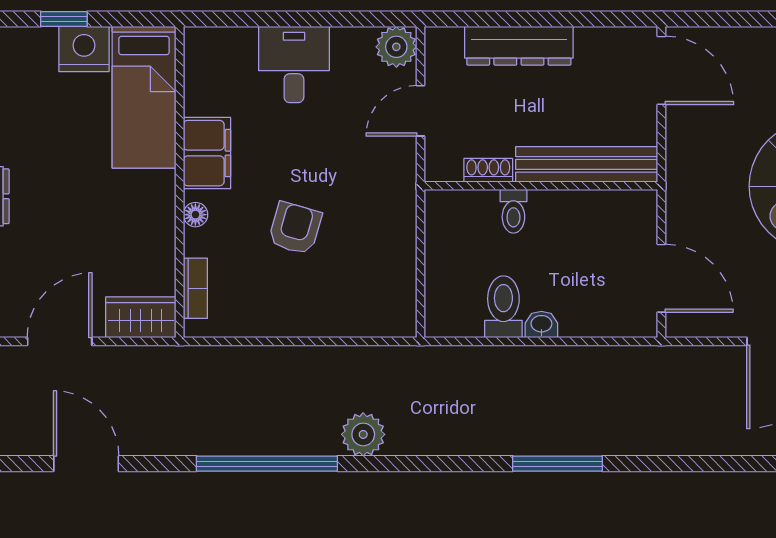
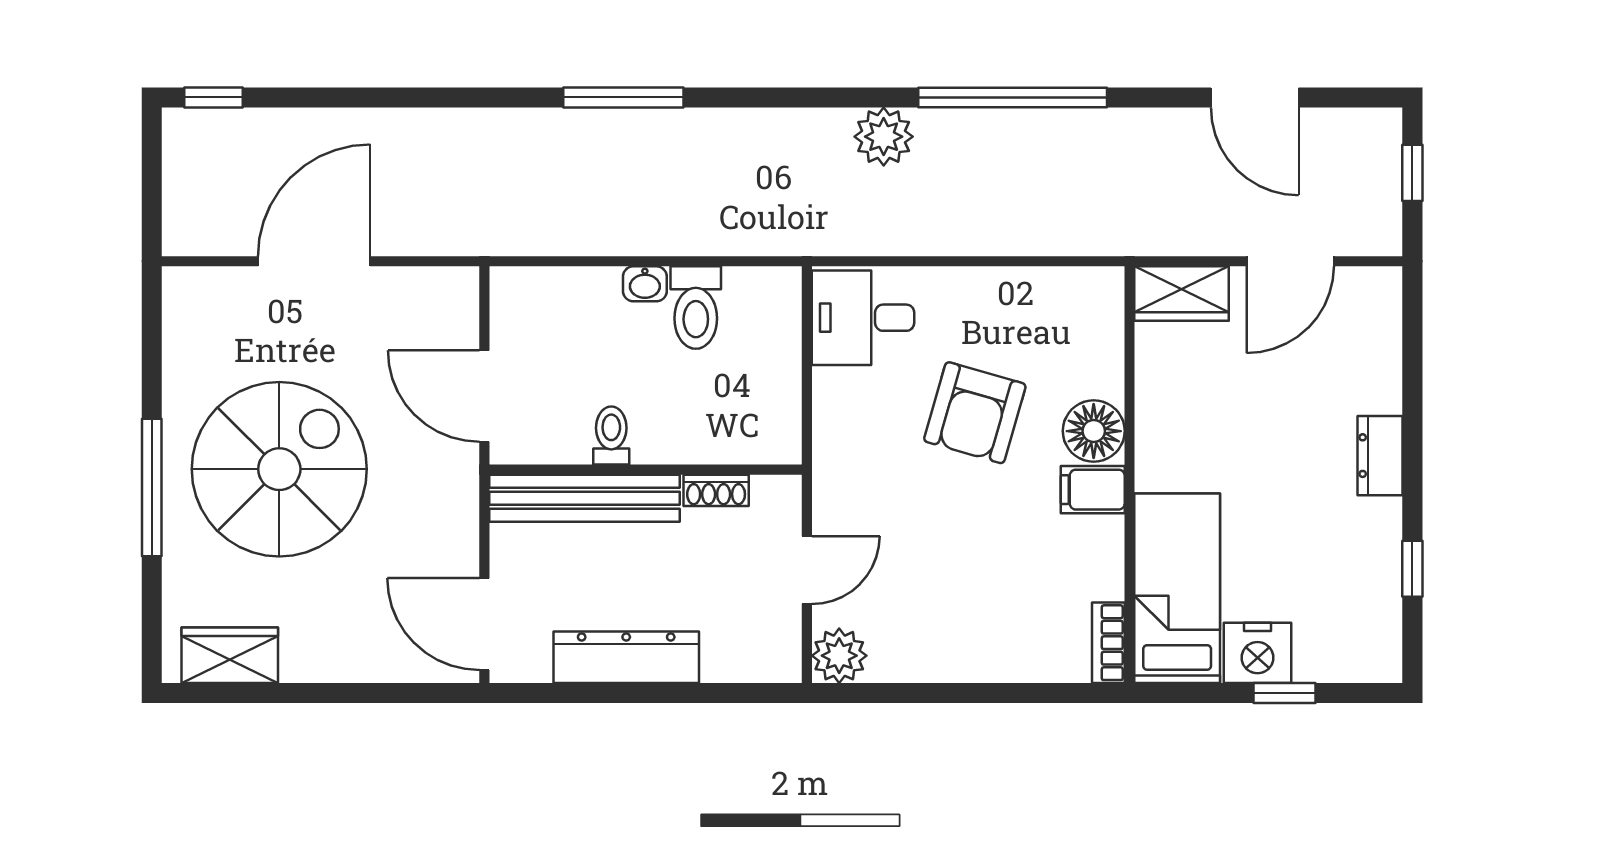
dresser: (519, 46) -> (626, 657), moved
desk: (294, 65) -> (863, 318), moved, turned 90
filing cabinet: (207, 153) -> (1093, 490), width x0.50
toilet: (513, 211) -> (611, 435), moved
floor lamp: (195, 215) -> (1094, 431), width x1.89, depth x1.89
armchair: (295, 228) -> (975, 413), width x1.38, depth x1.38
door: (661, 278) -> (484, 396), moved
bookcase: (195, 288) -> (1108, 643), moved

